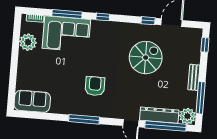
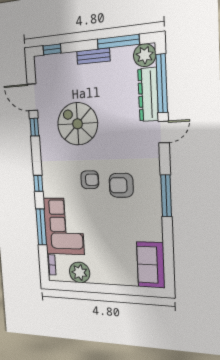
armchair: (102, 61) -> (90, 180), added

